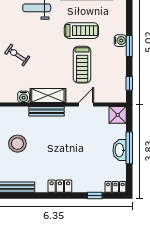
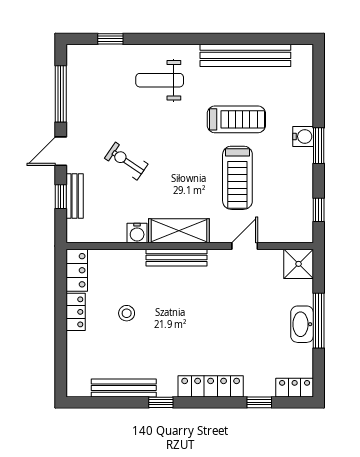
stool: (17, 144) -> (127, 313), width x0.53, depth x0.53
locker: (60, 186) -> (211, 386), width x1.53
window: (37, 196) -> (161, 402), added

